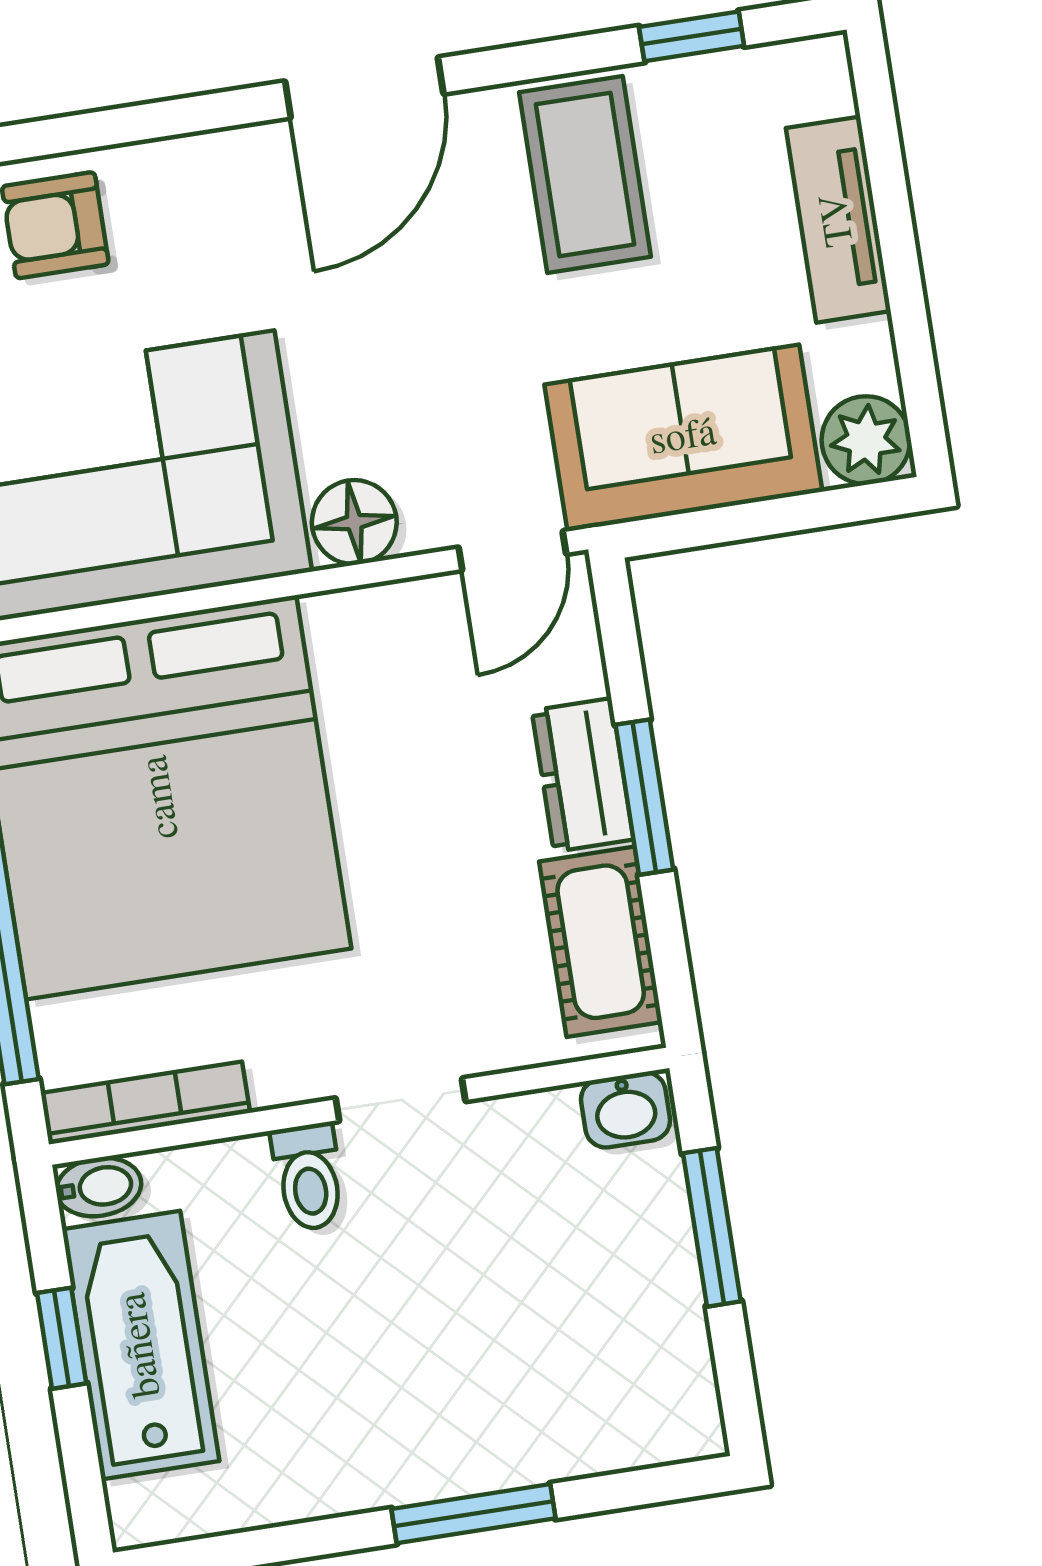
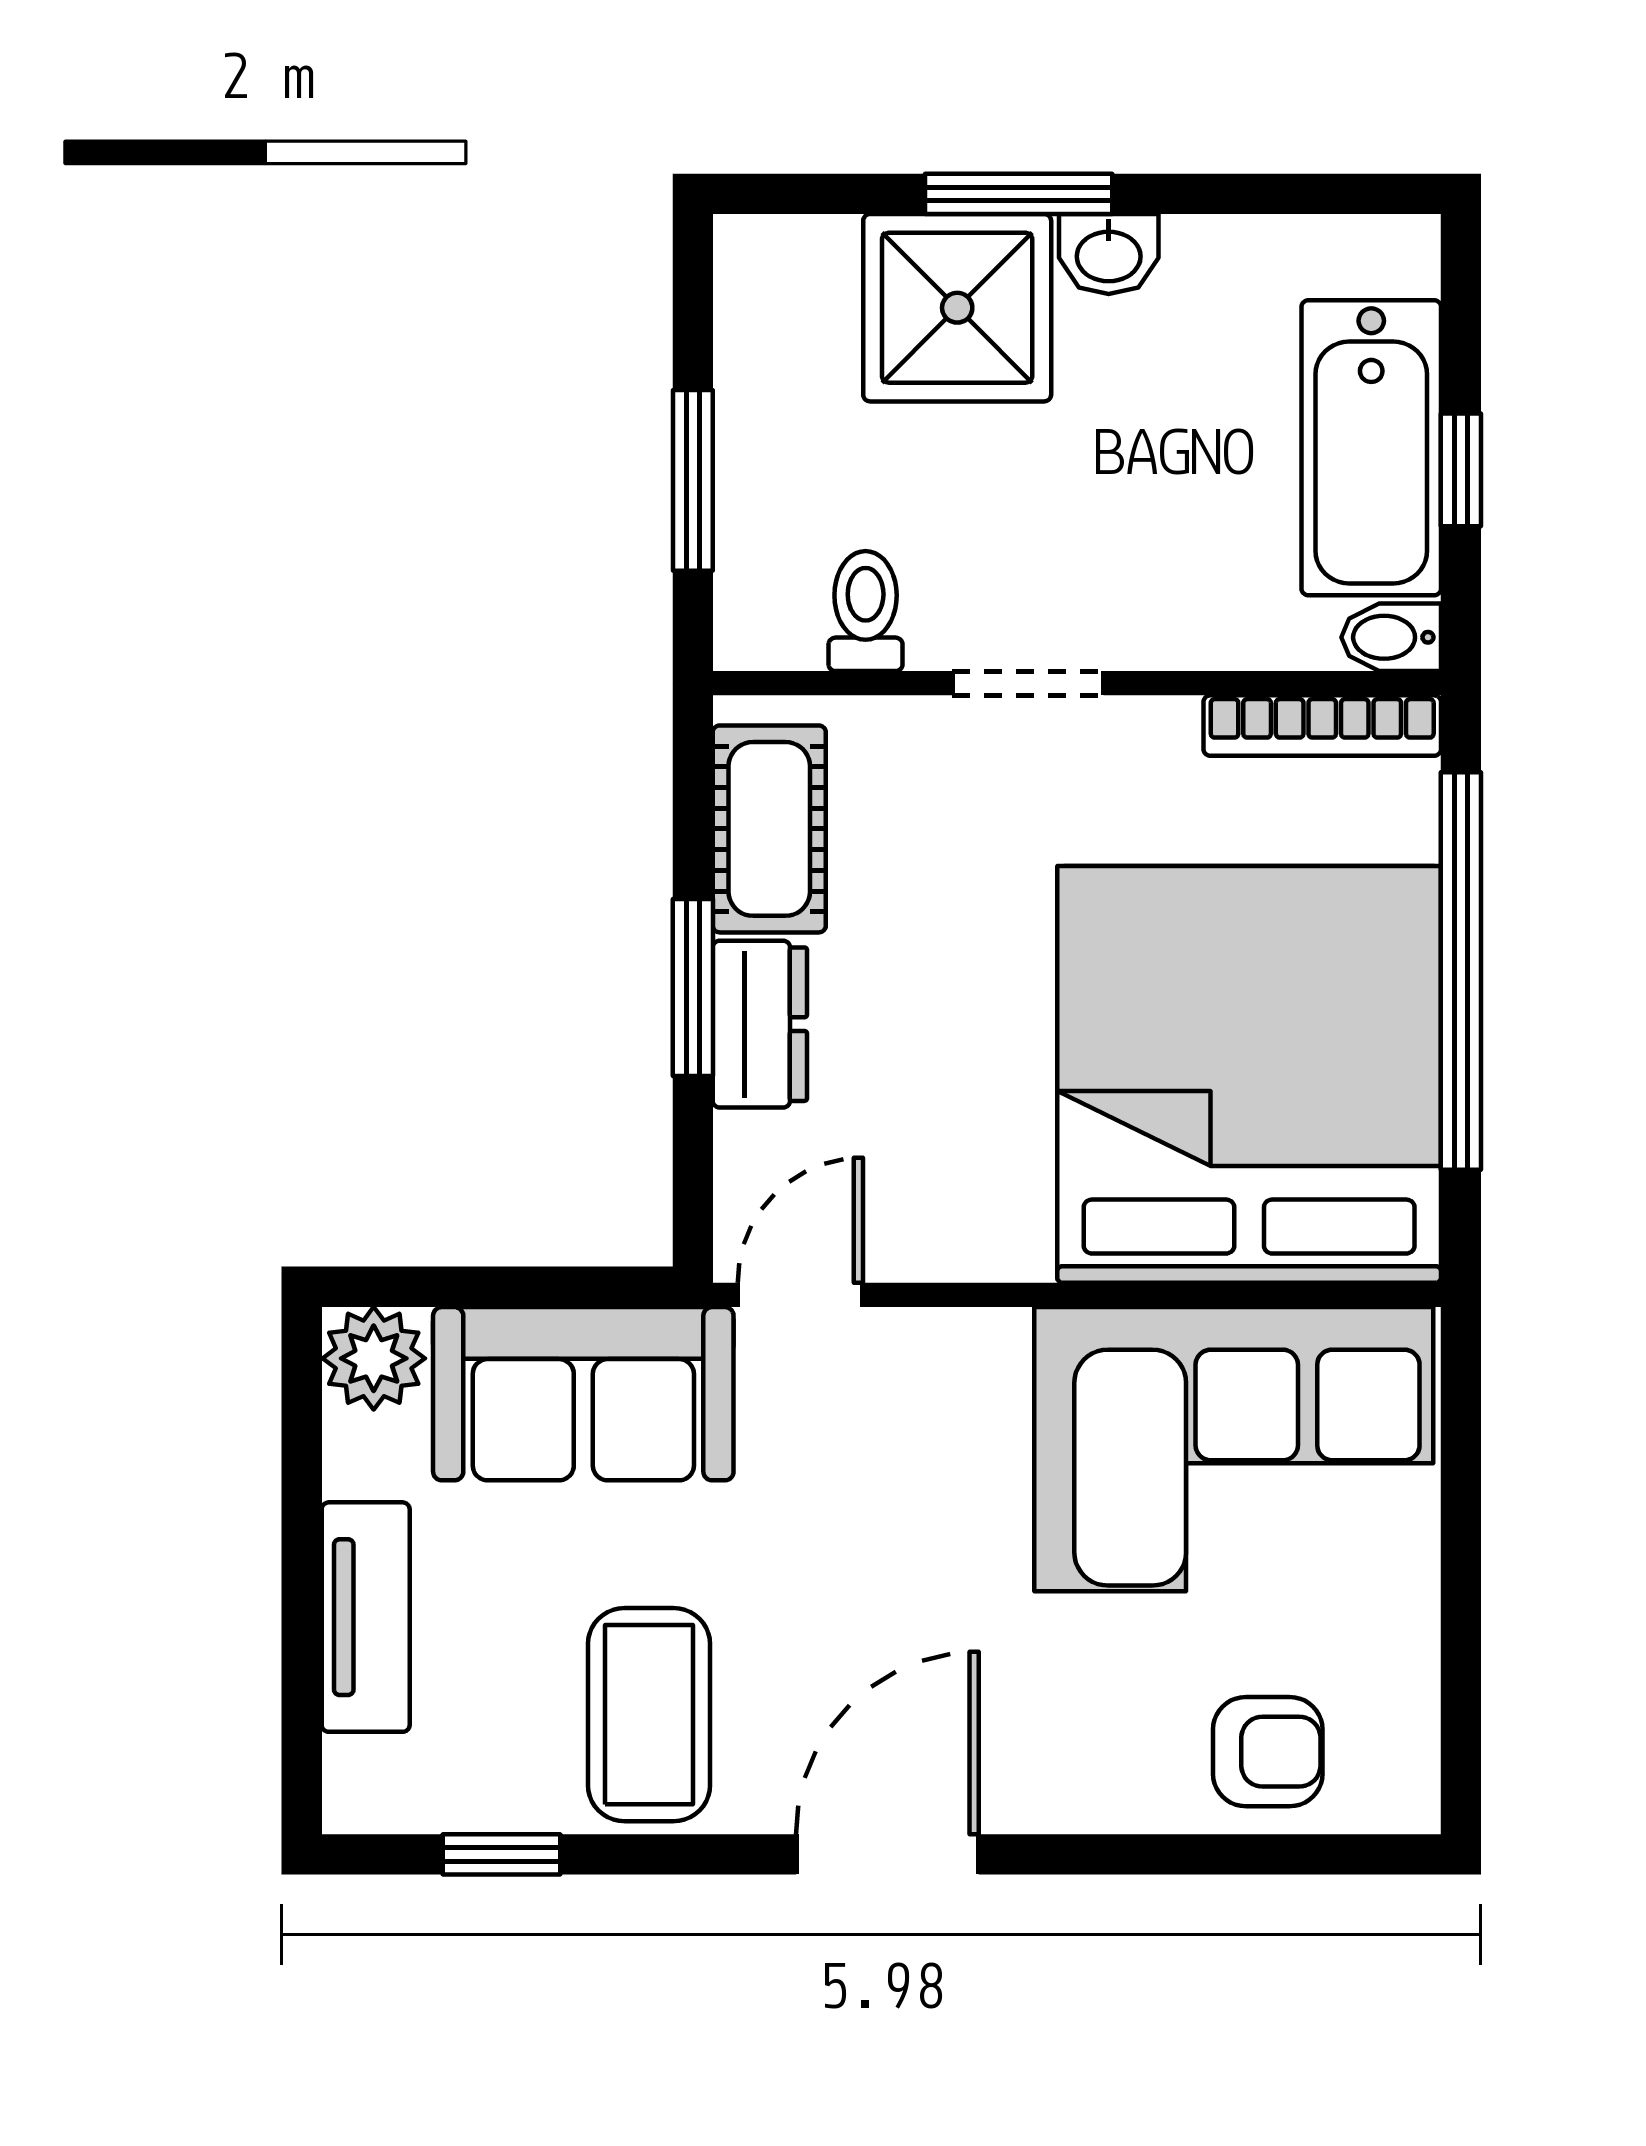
floor lamp: (354, 522) -> (977, 1356), removed
washbasin: (626, 1110) -> (1109, 254), moved, turned 180
toilet: (308, 1177) -> (866, 611), moved
shower: (511, 1409) -> (957, 308), added

